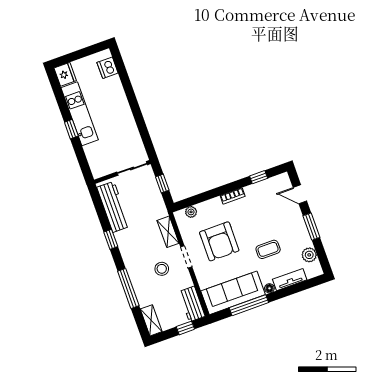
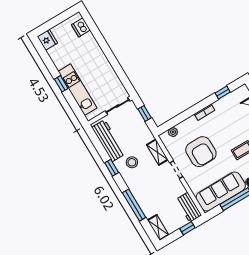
kitchen unit: (80, 114) -> (77, 90), moved
stool: (162, 269) -> (132, 162), moved

